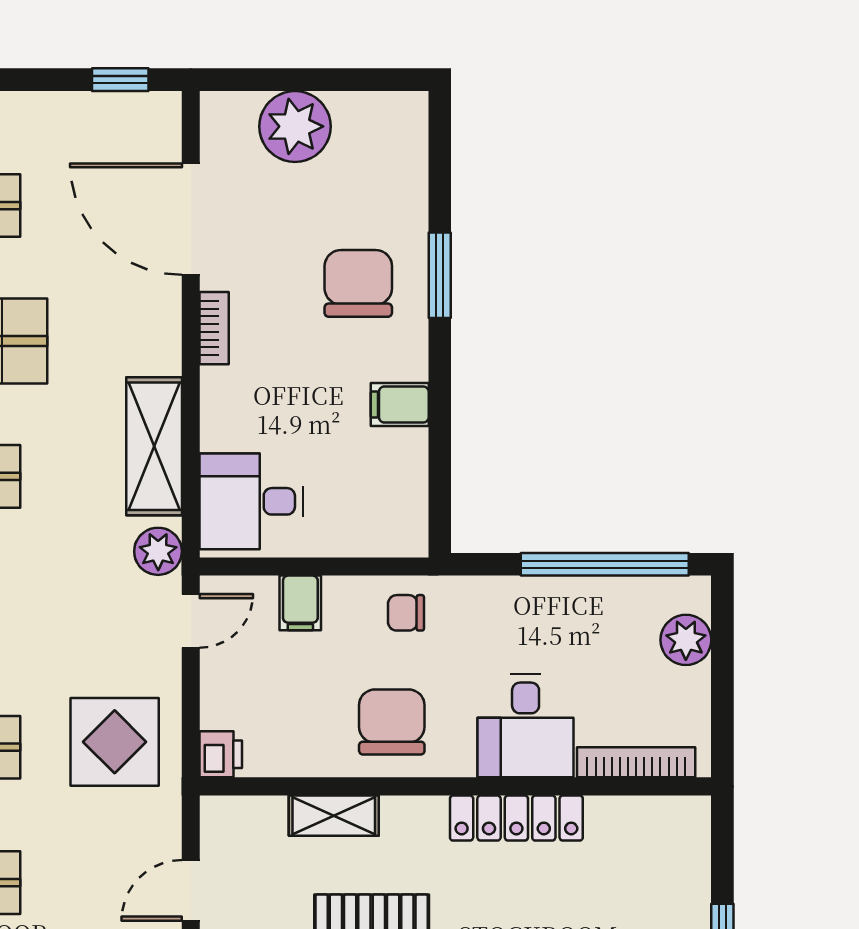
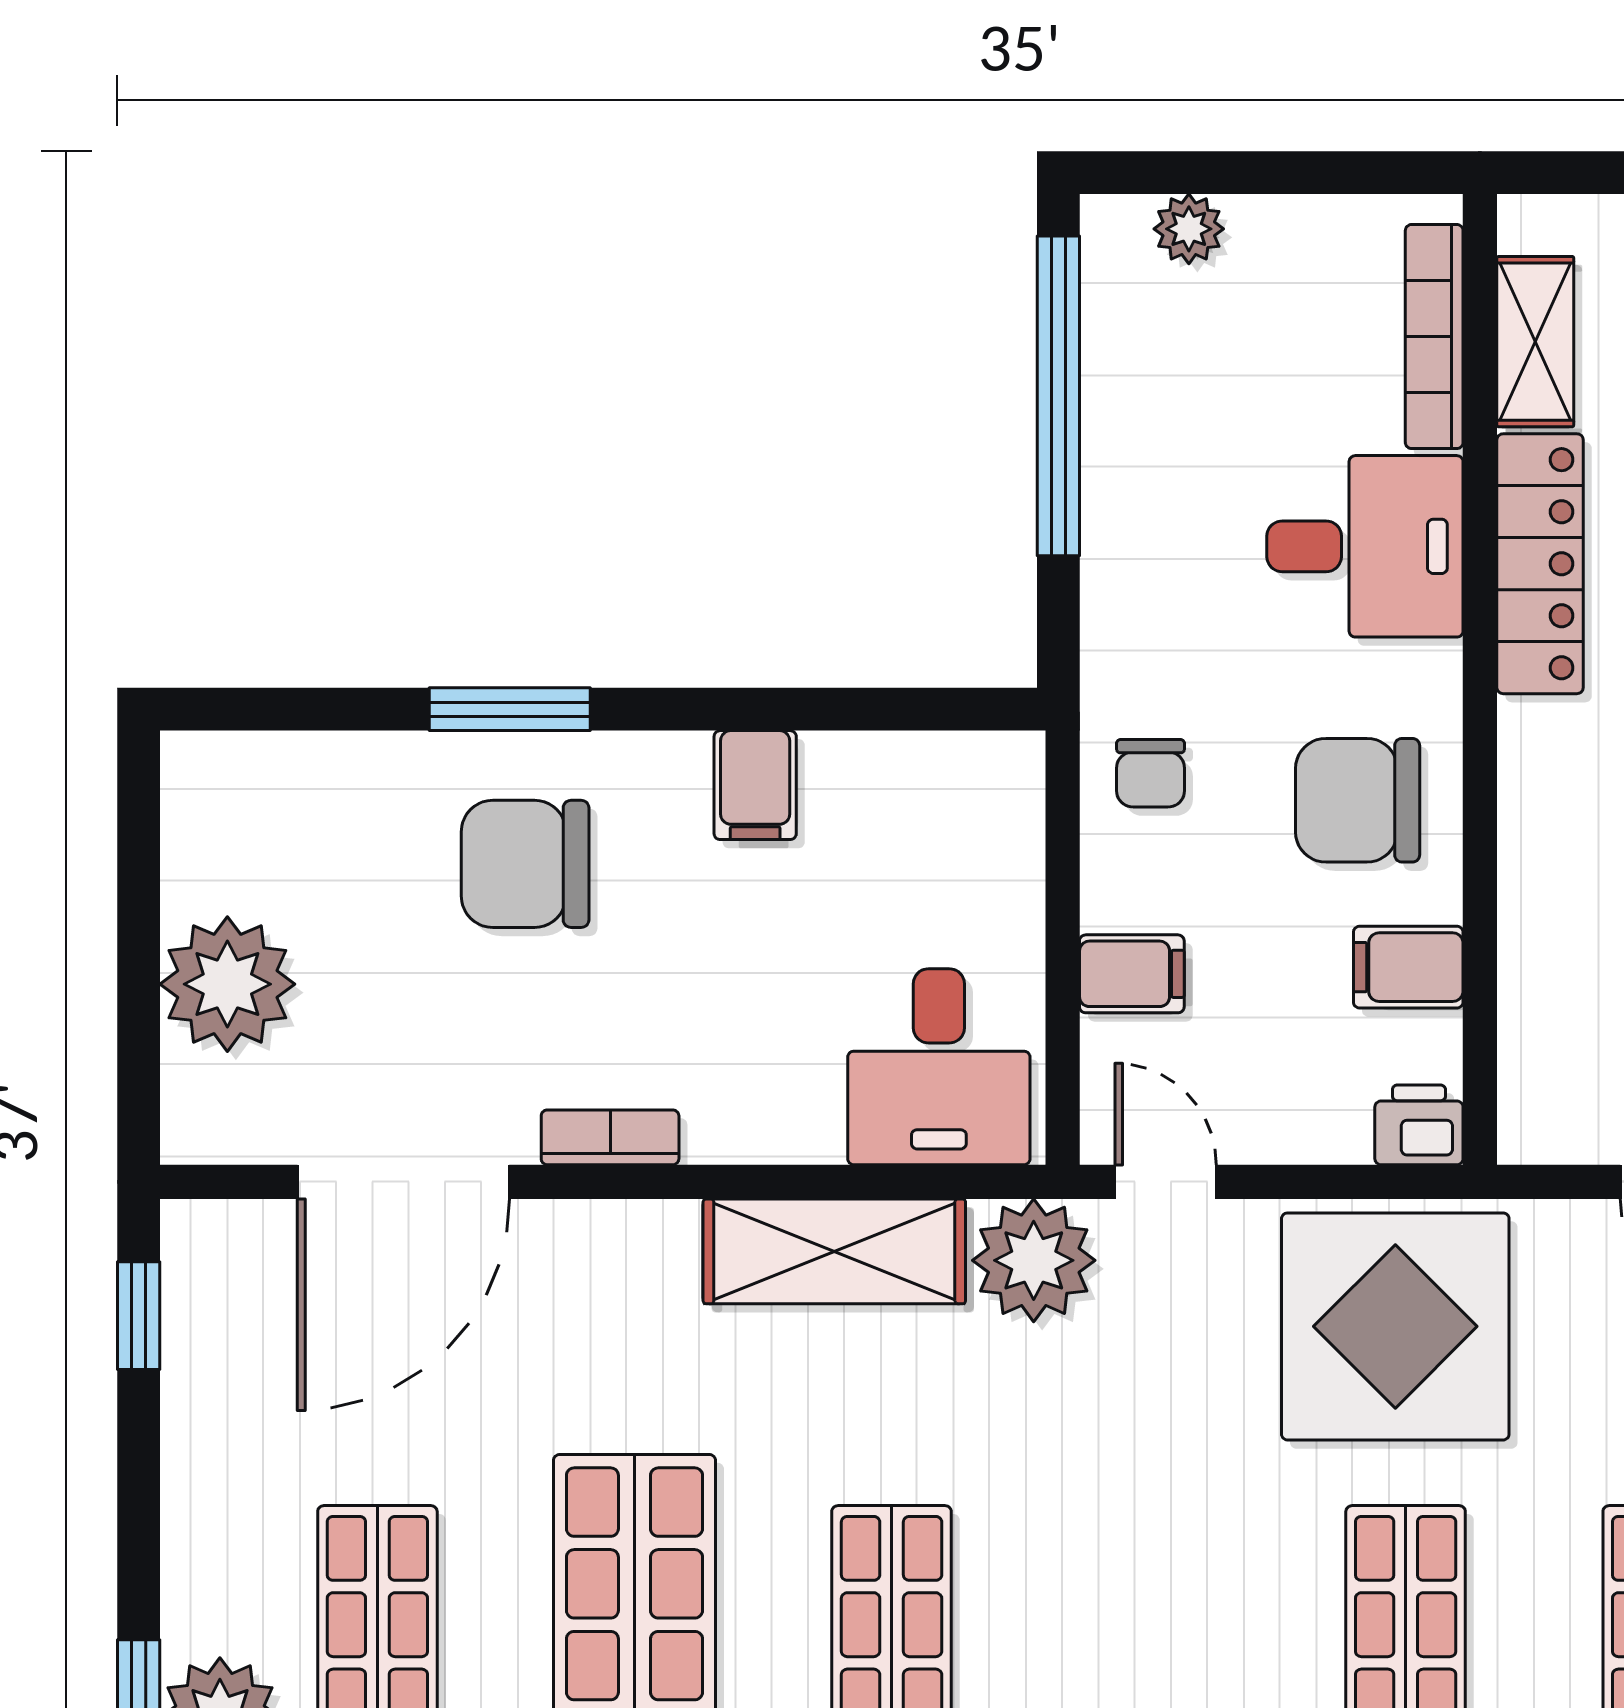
plant: (158, 551) -> (1034, 1260), width x1.36, depth x1.36
plant: (686, 640) -> (1189, 229), width x0.73, depth x0.73
display table: (115, 742) -> (1395, 1326), width x1.36, depth x1.36
filing cabinet: (304, 749) -> (1408, 967), added
shelving: (334, 816) -> (1535, 342), moved

